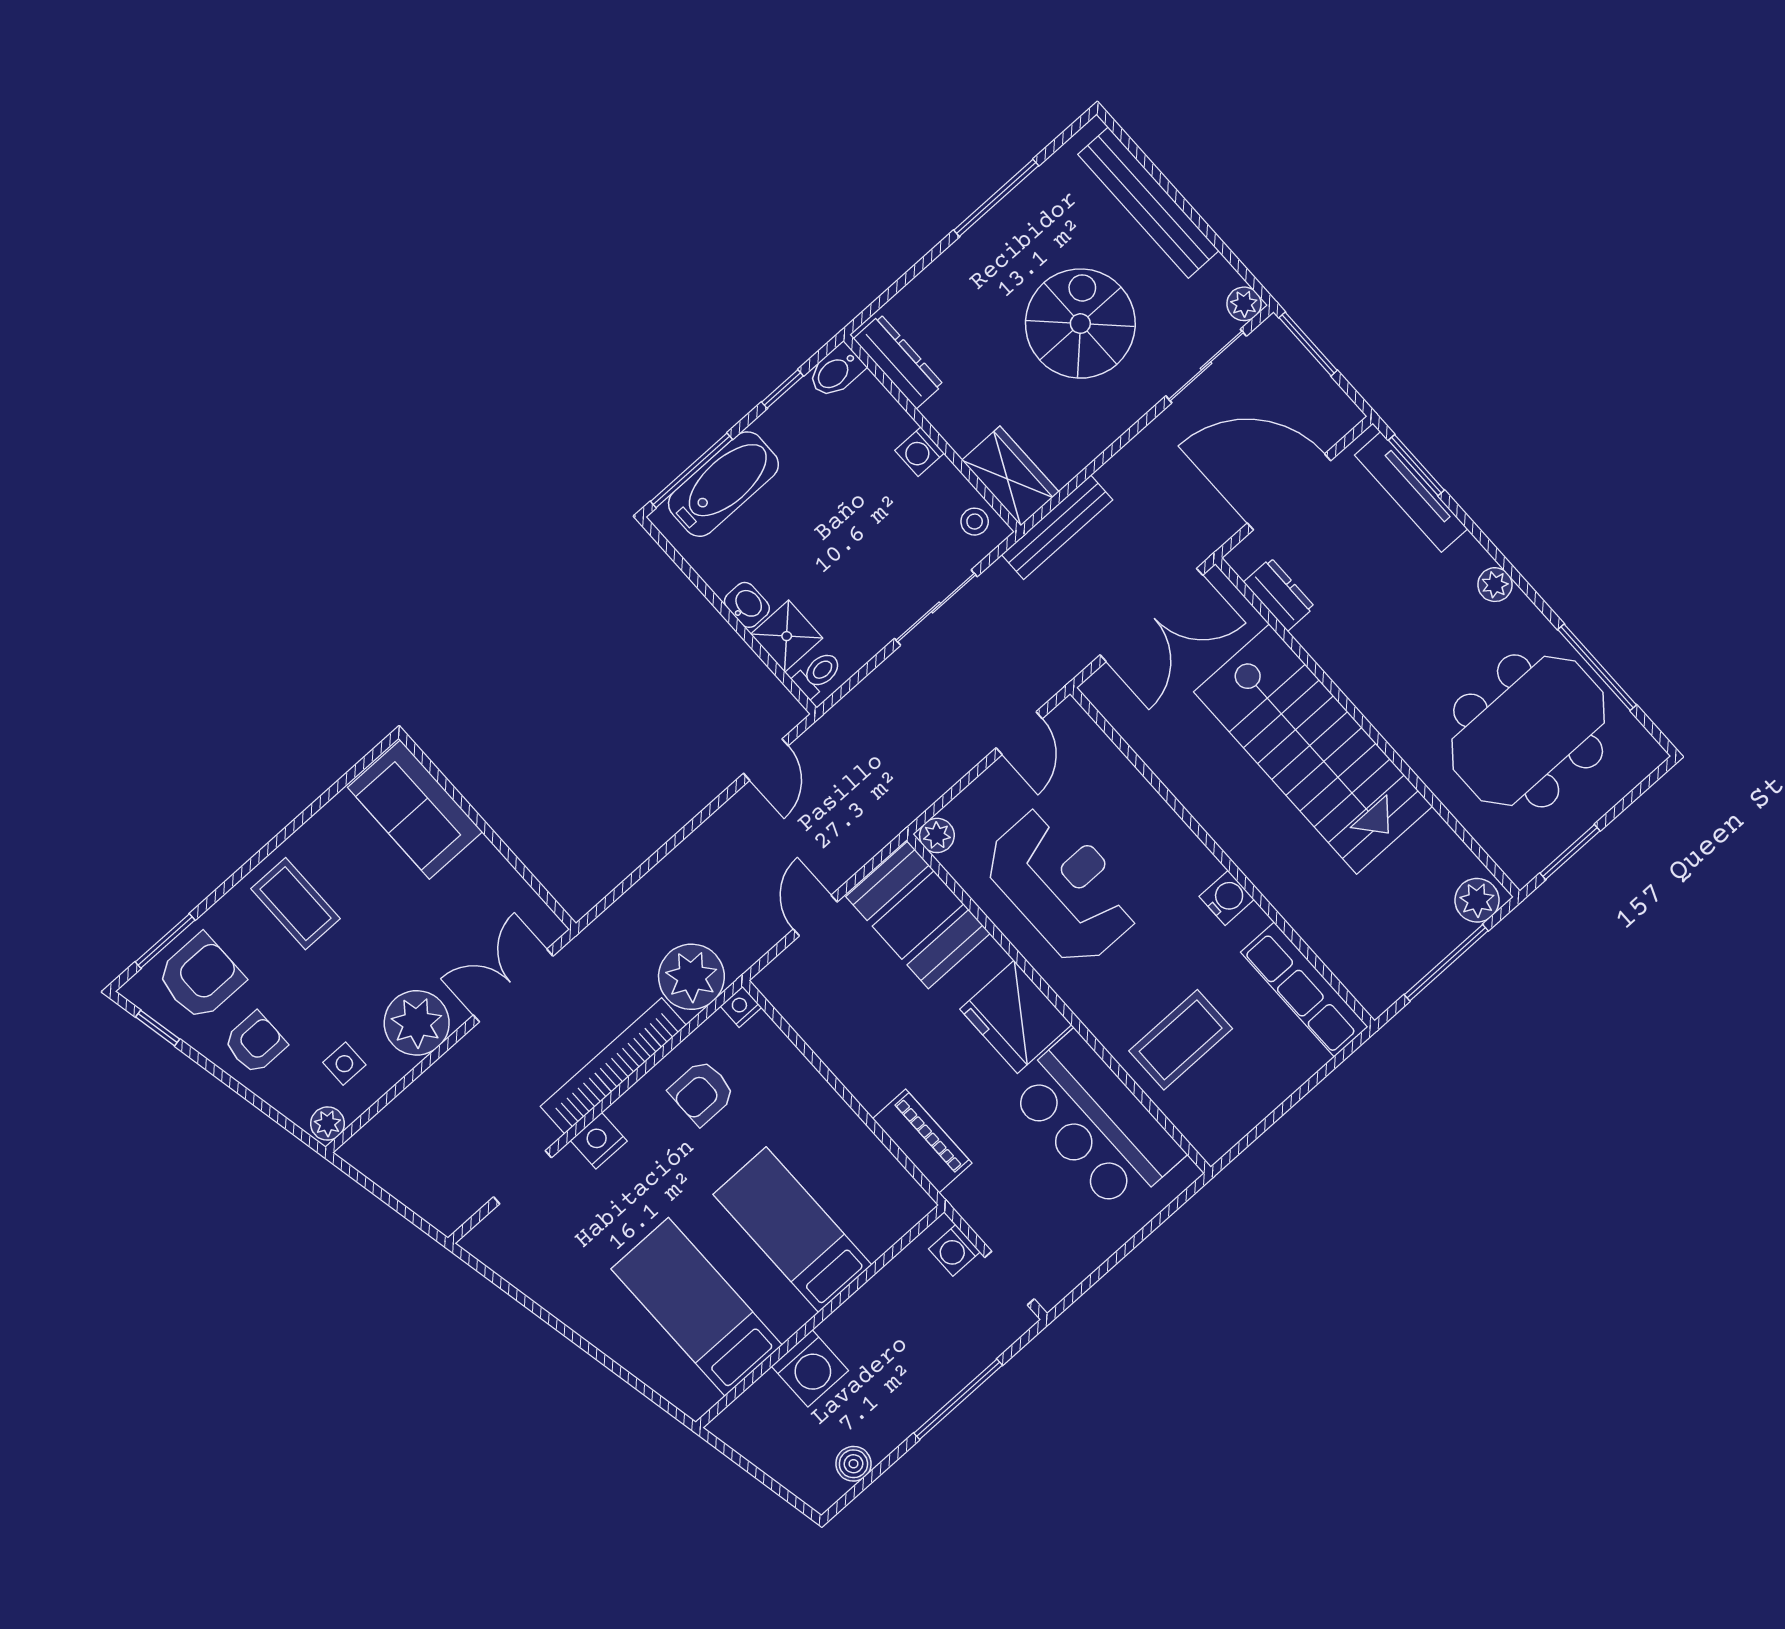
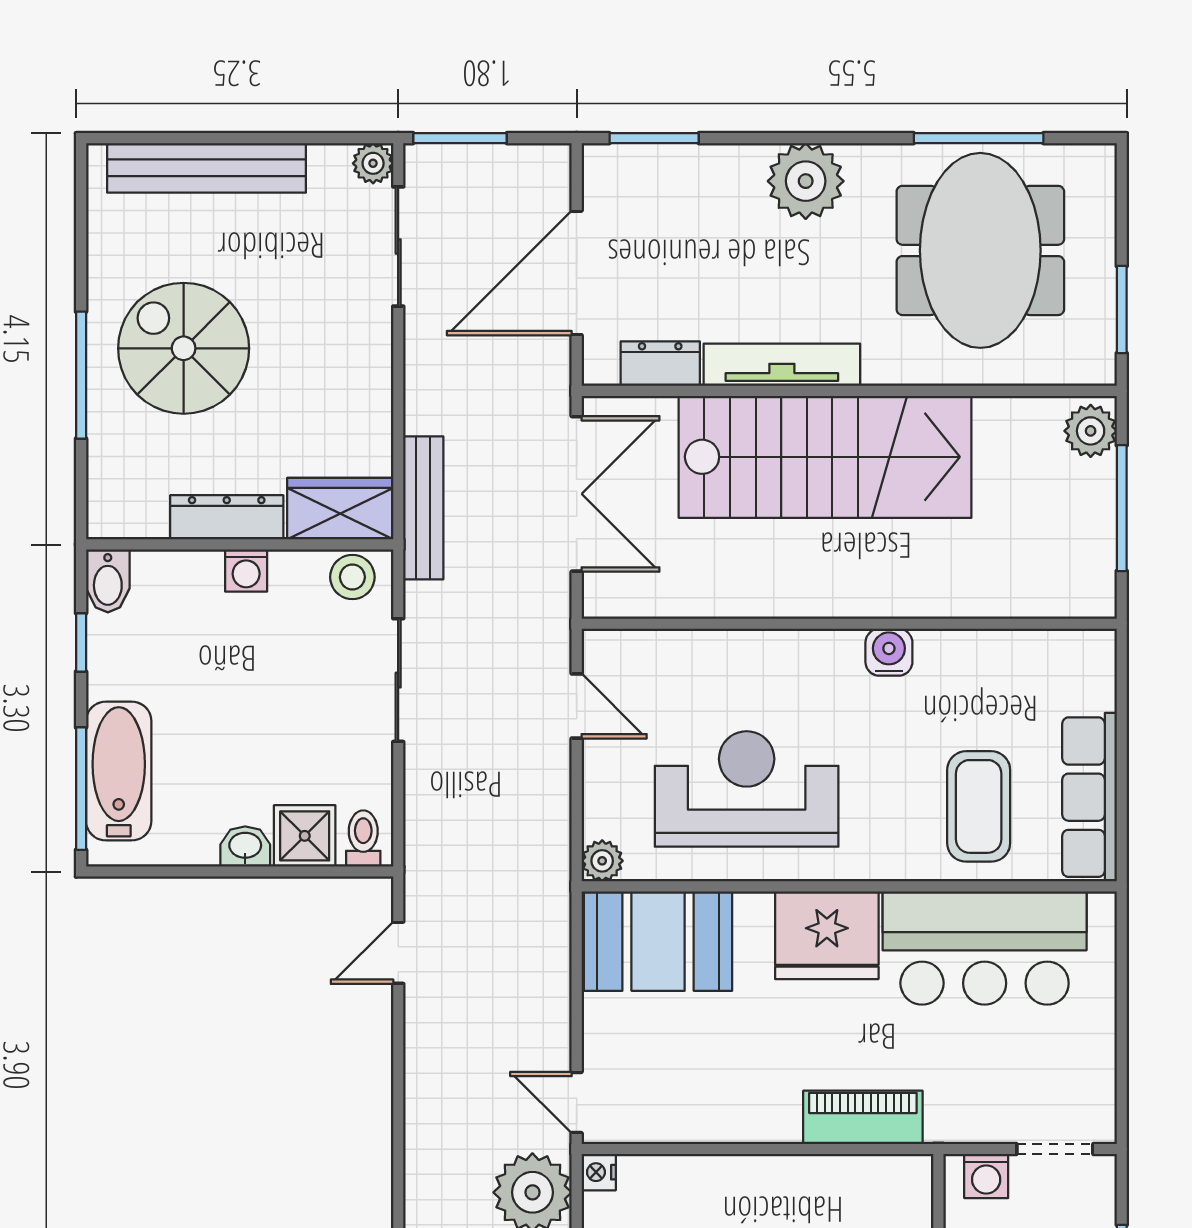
window: (996, 198) -> (81, 375), moved
spiral stairs: (1080, 324) -> (184, 348), moved
dresser: (898, 361) -> (227, 517), moved
tv unit: (1411, 492) -> (782, 365), moved, turned 180
stool: (975, 522) -> (352, 577), width x1.37, depth x1.37
plant: (1495, 585) -> (806, 181), width x1.88, depth x1.88
door: (766, 760) -> (398, 953), swing flipped
door: (815, 916) -> (577, 1103), moved
row of seats: (1304, 989) -> (1090, 797), moved, turned 90

